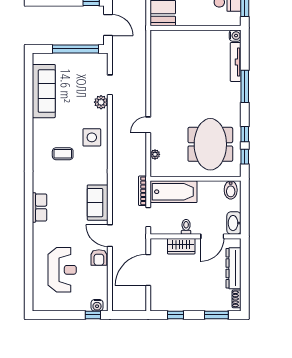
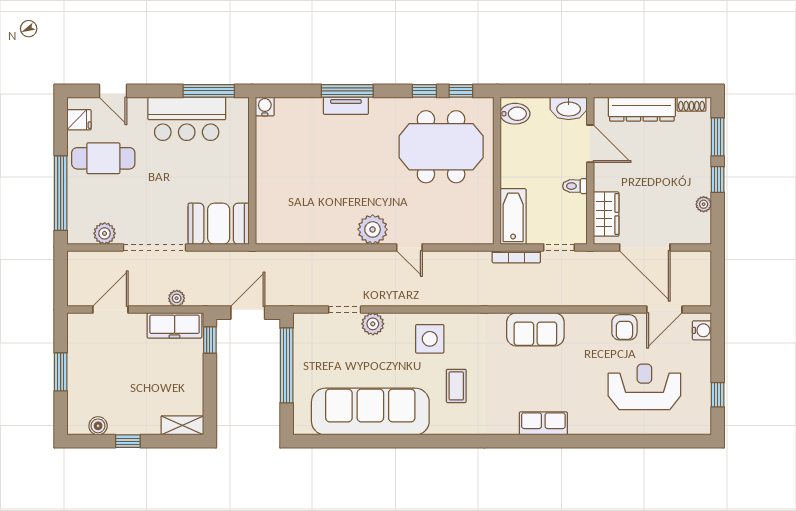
tv unit: (236, 62) -> (346, 106), moved, width x0.71
sofa: (44, 91) -> (370, 412), width x1.36, depth x1.27
plant: (155, 154) -> (373, 229), moved, width x1.88, depth x1.88
bathtub: (173, 192) -> (513, 217), width x0.73, depth x0.73
door: (110, 236) -> (664, 310), moved
wardrobe: (181, 246) -> (606, 214), moved
armchair: (99, 257) -> (624, 327), turned 90
plant: (175, 306) -> (704, 204), added
window: (93, 315) -> (718, 395), moved
window: (175, 315) -> (718, 180), moved

